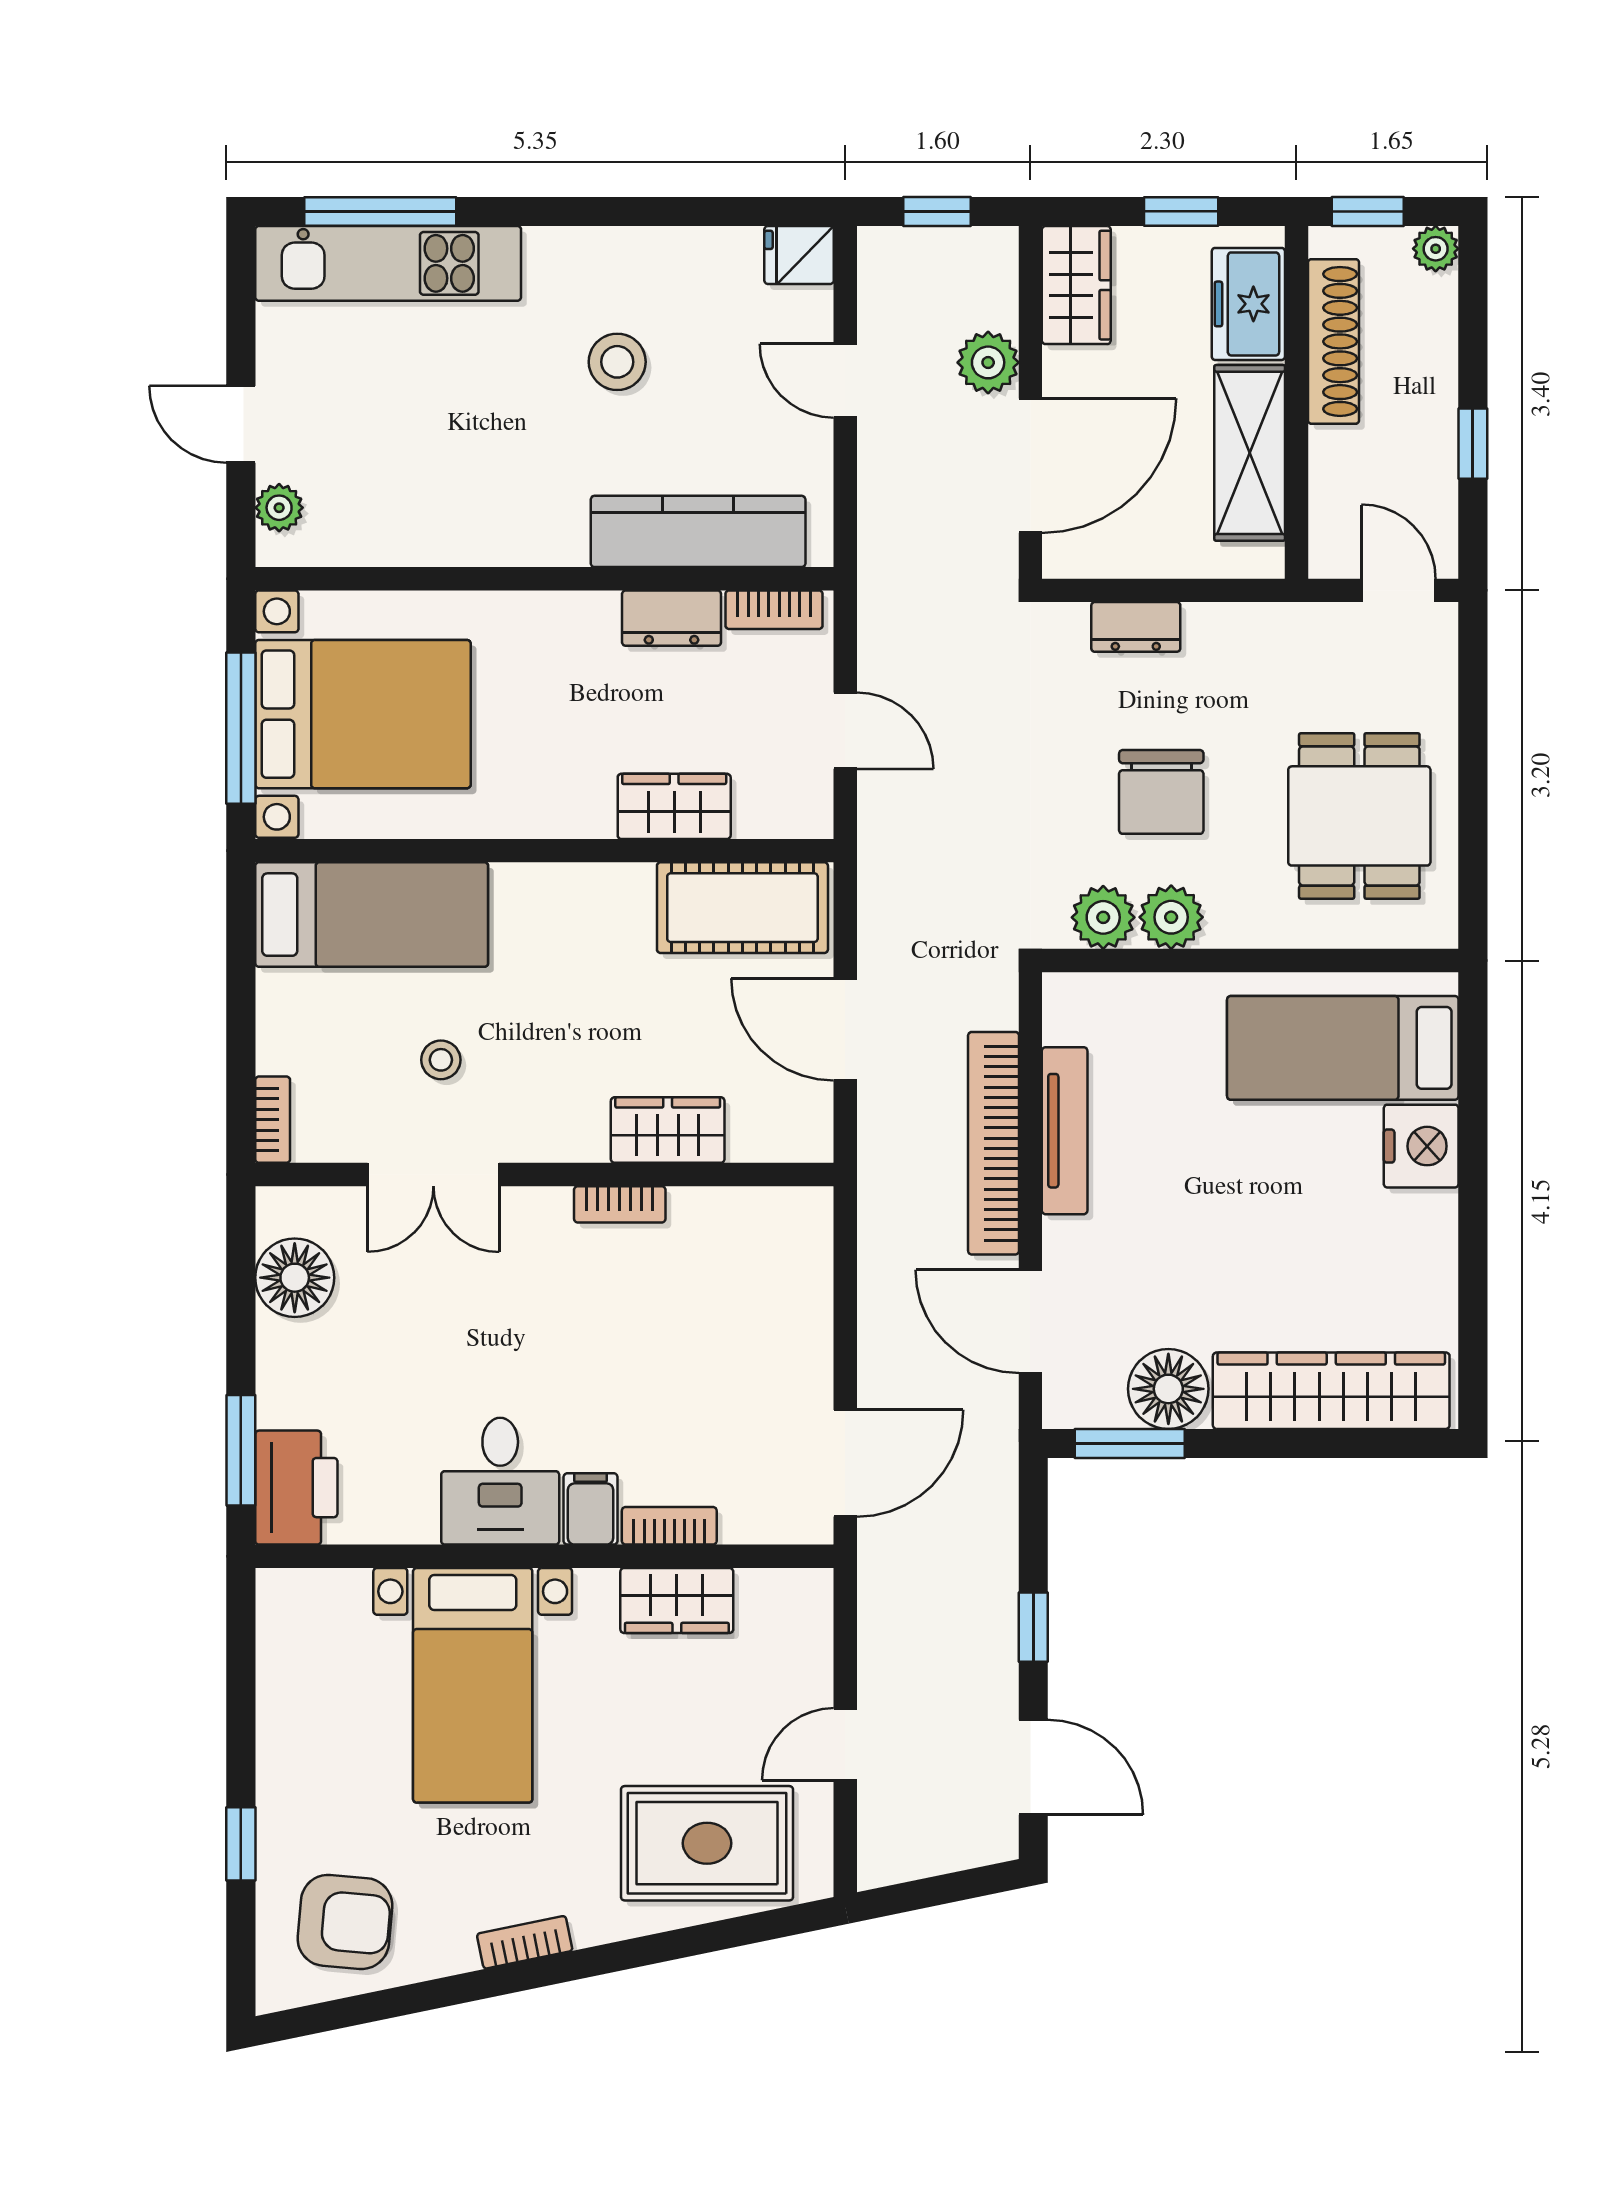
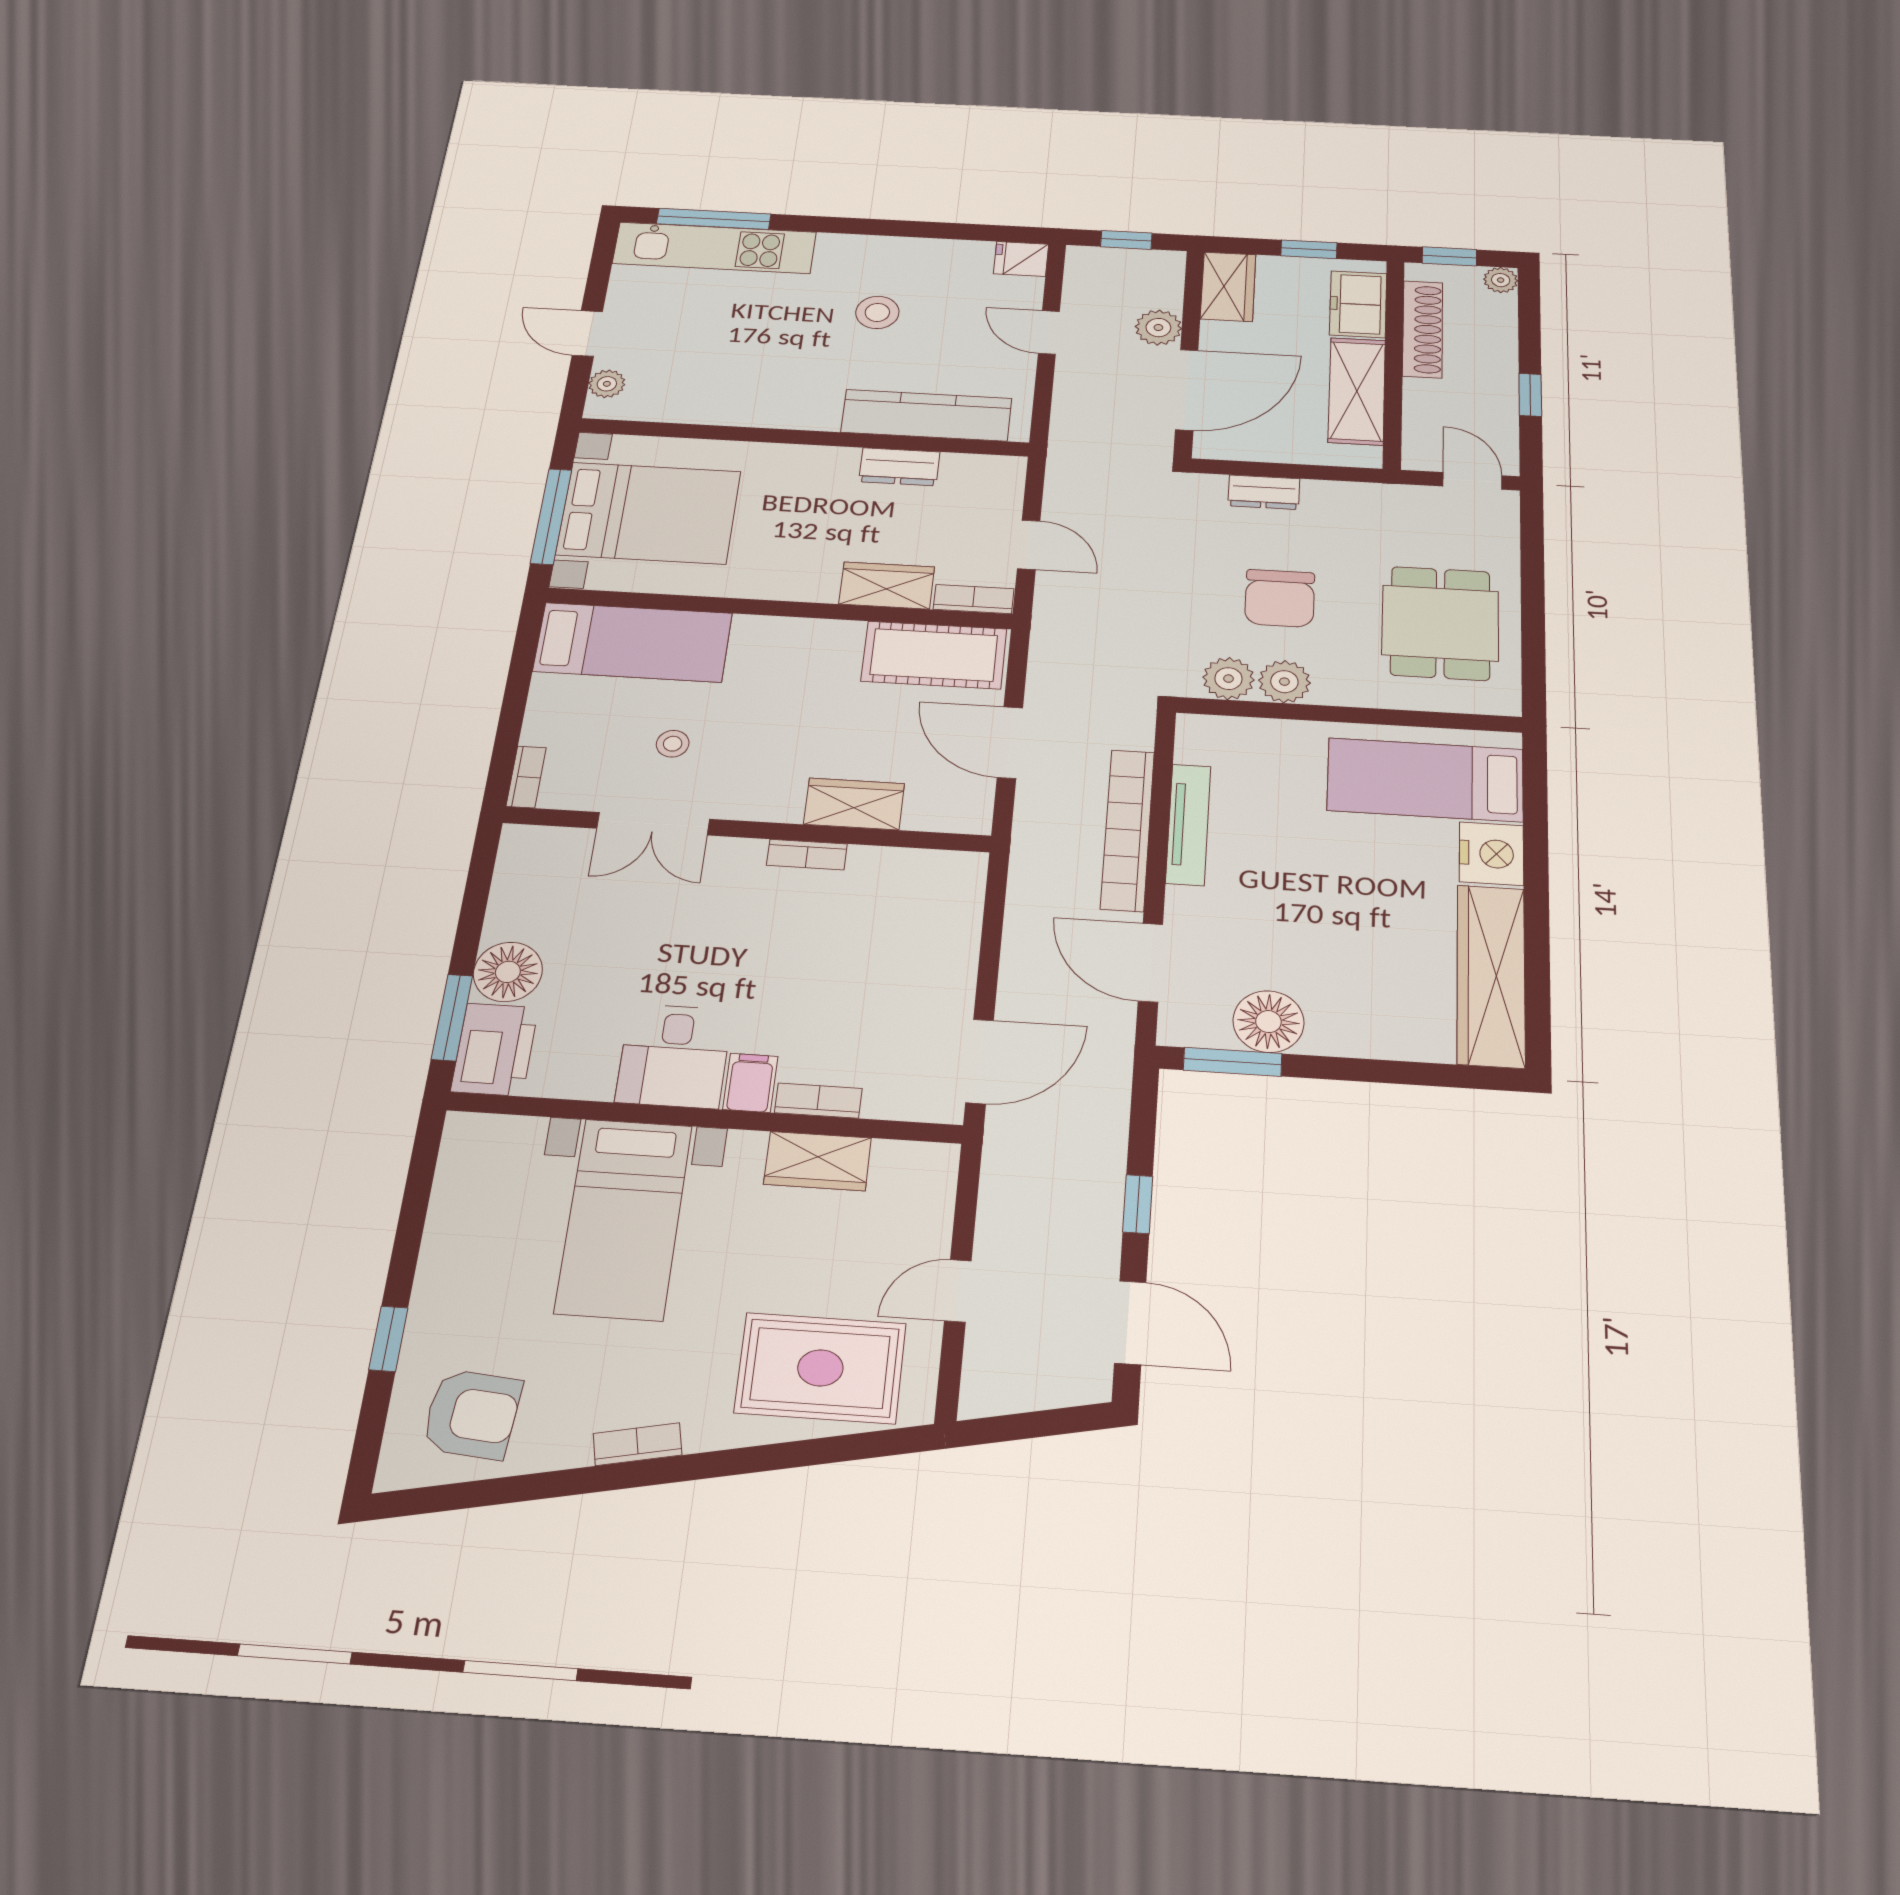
bookcase: (774, 610) -> (974, 599), moved, turned 180
floor lamp: (295, 1278) -> (508, 972), moved
wardrobe: (1331, 1391) -> (1491, 975), moved, turned -90

